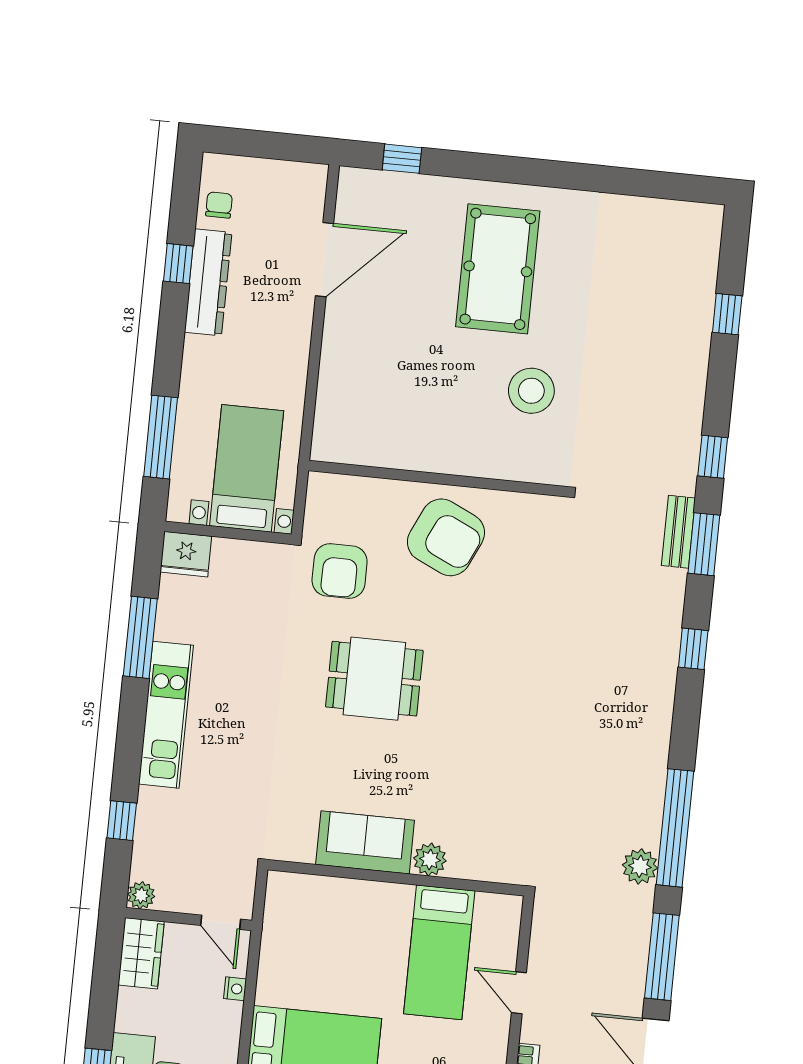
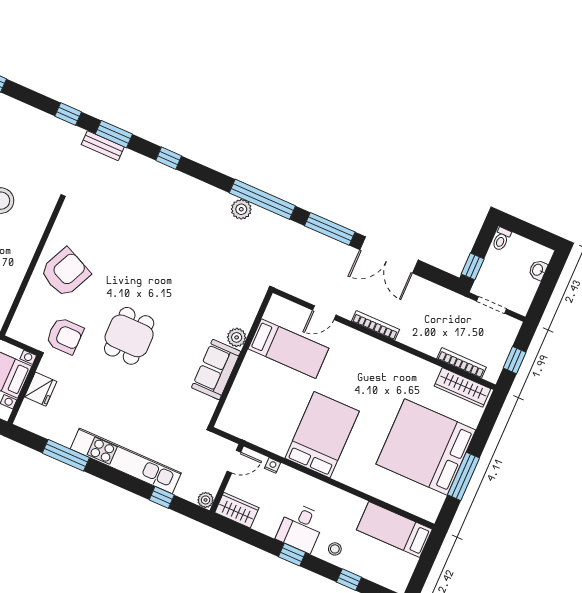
fridge: (186, 554) -> (41, 389), moved
kitchen unit: (166, 715) -> (126, 461), width x1.36
plant: (640, 866) -> (241, 209), moved

